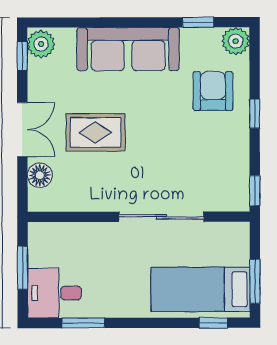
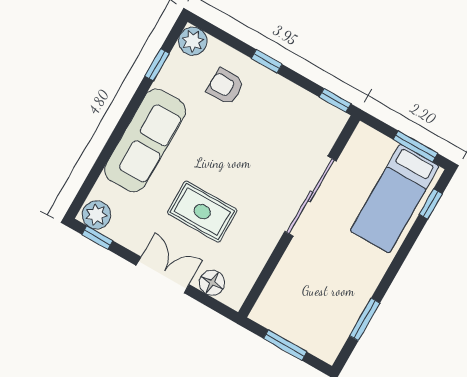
armchair: (213, 91) -> (225, 87), width x0.72, depth x0.72
rug: (96, 132) -> (202, 212), turned 90
desk: (54, 293) -> (324, 330), removed

